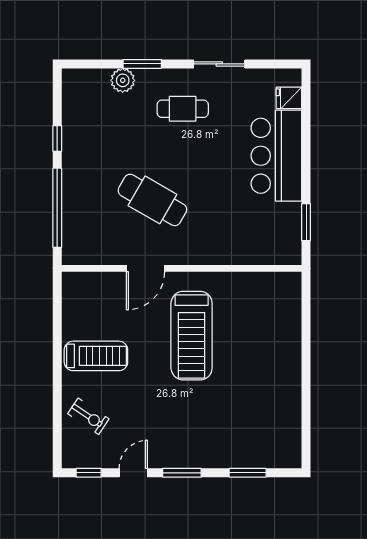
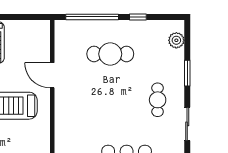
plant: (123, 80) -> (176, 40), moved
cafe table: (152, 200) -> (110, 54), moved, turned 60

